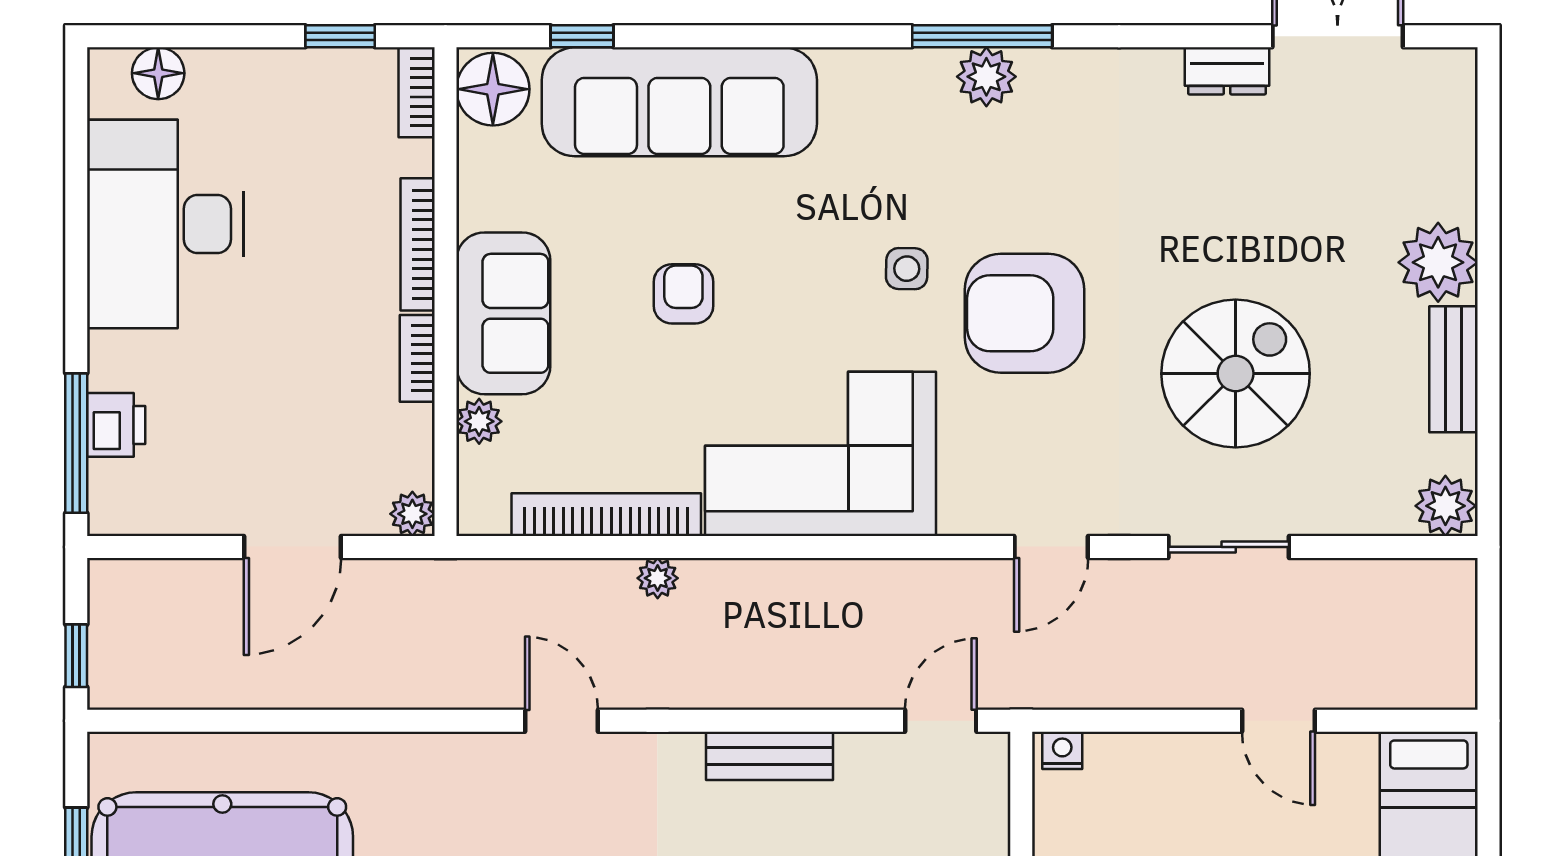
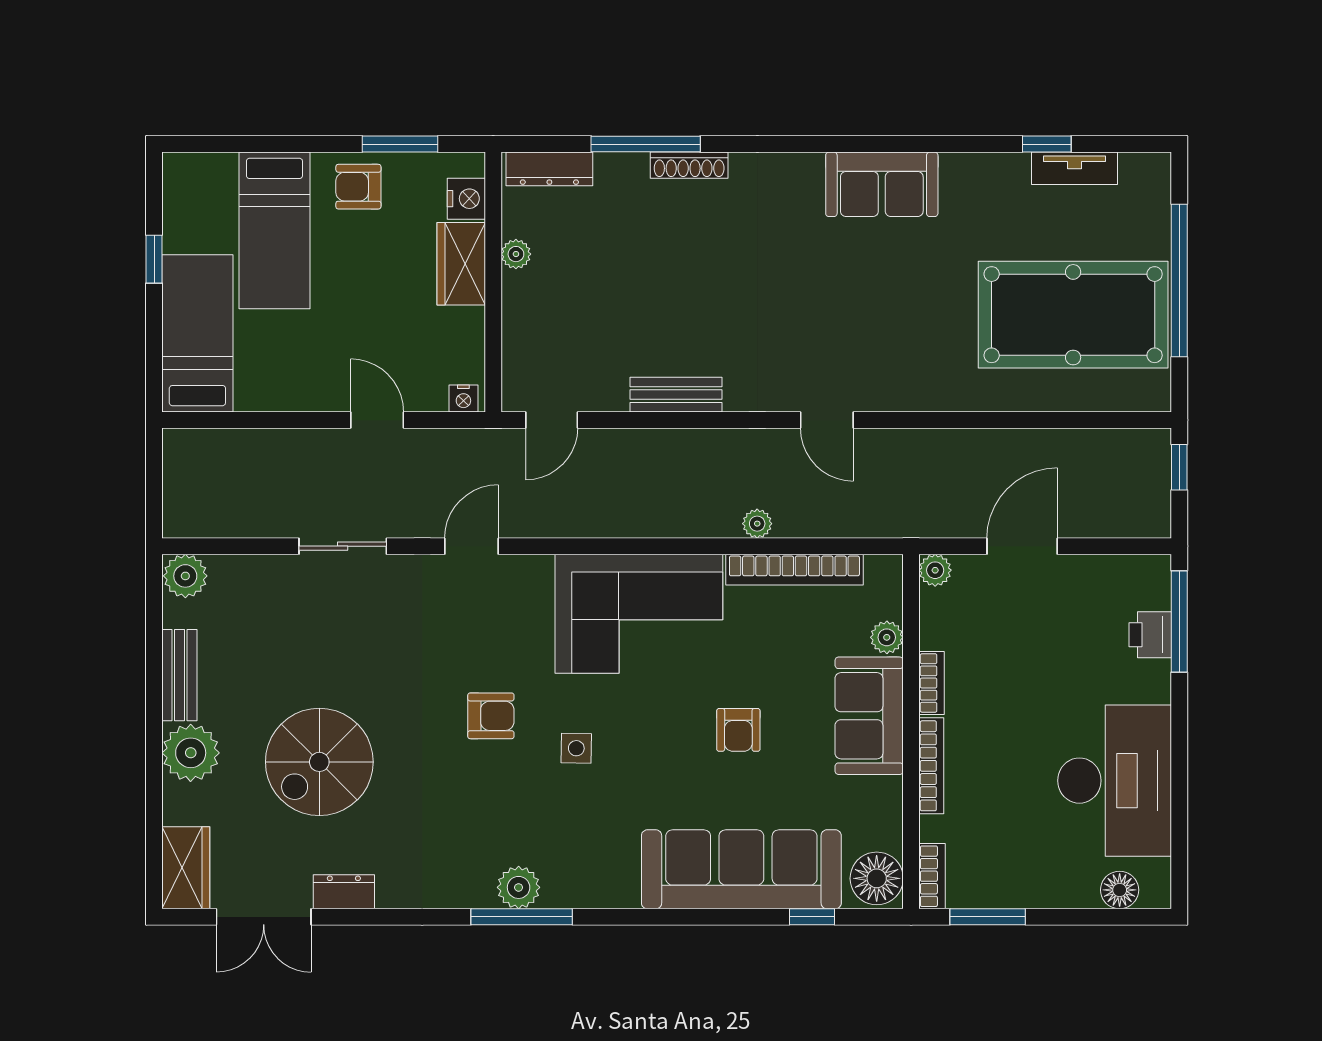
window: (340, 36) -> (988, 917), width x1.50
wardrobe: (1445, 104) -> (186, 868), added
armchair: (1024, 313) -> (491, 716), width x0.53, depth x0.53
spiral stairs: (1236, 374) -> (319, 762), moved
door: (1278, 721) -> (377, 420), moved

